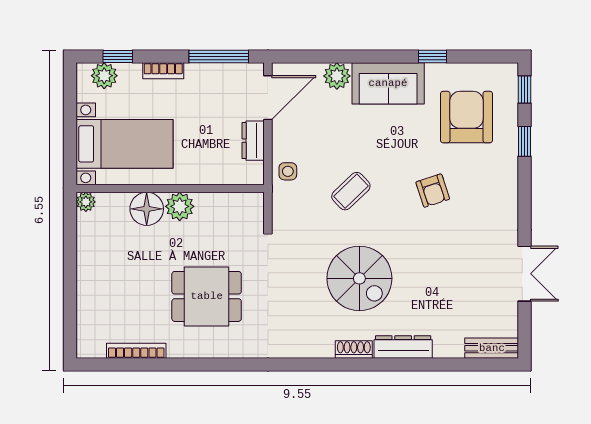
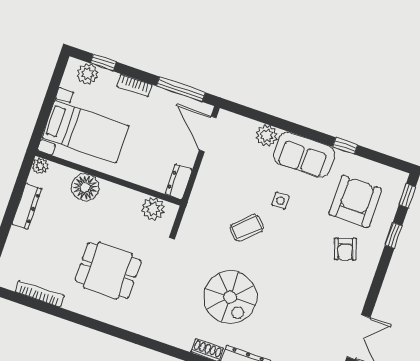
door: (268, 98) -> (208, 134), swing flipped
dresser: (253, 141) -> (179, 182), moved
side table: (288, 171) -> (281, 201), moved
armchair: (433, 191) -> (345, 249), moved
plant: (180, 206) -> (153, 209), moved
dresser: (87, 254) -> (27, 206), added

